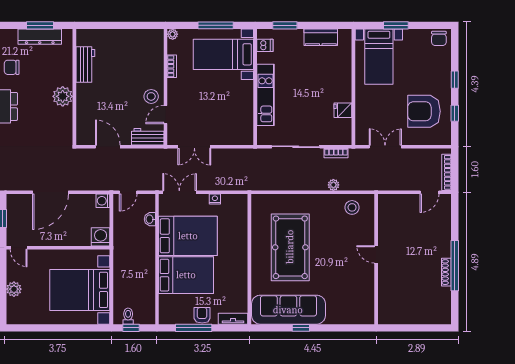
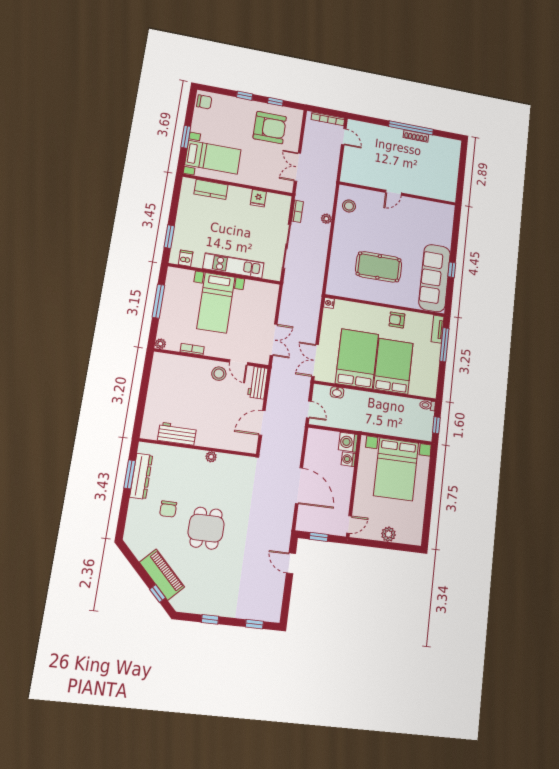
kitchen counter: (321, 37) -> (211, 189), moved, turned 90
bed with nightstands: (223, 54) -> (216, 303), moved
plant: (63, 96) -> (211, 457), width x0.53, depth x0.53
armchair: (424, 111) -> (270, 128), turned -90
nightstand: (215, 199) -> (329, 303), moved
washing machine: (103, 201) -> (348, 459), moved, turned 90
pool table: (290, 247) -> (379, 267), width x0.73, depth x0.76
armchair: (202, 315) -> (397, 320), moved
toilet: (128, 316) -> (428, 405), moved
window: (194, 328) -> (444, 345), moved

